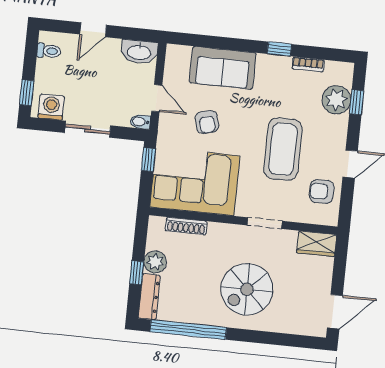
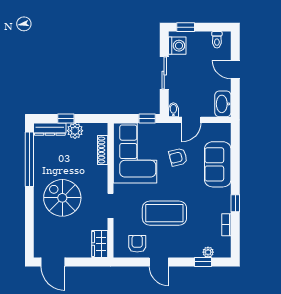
plant: (336, 100) -> (208, 252), width x0.53, depth x0.53

